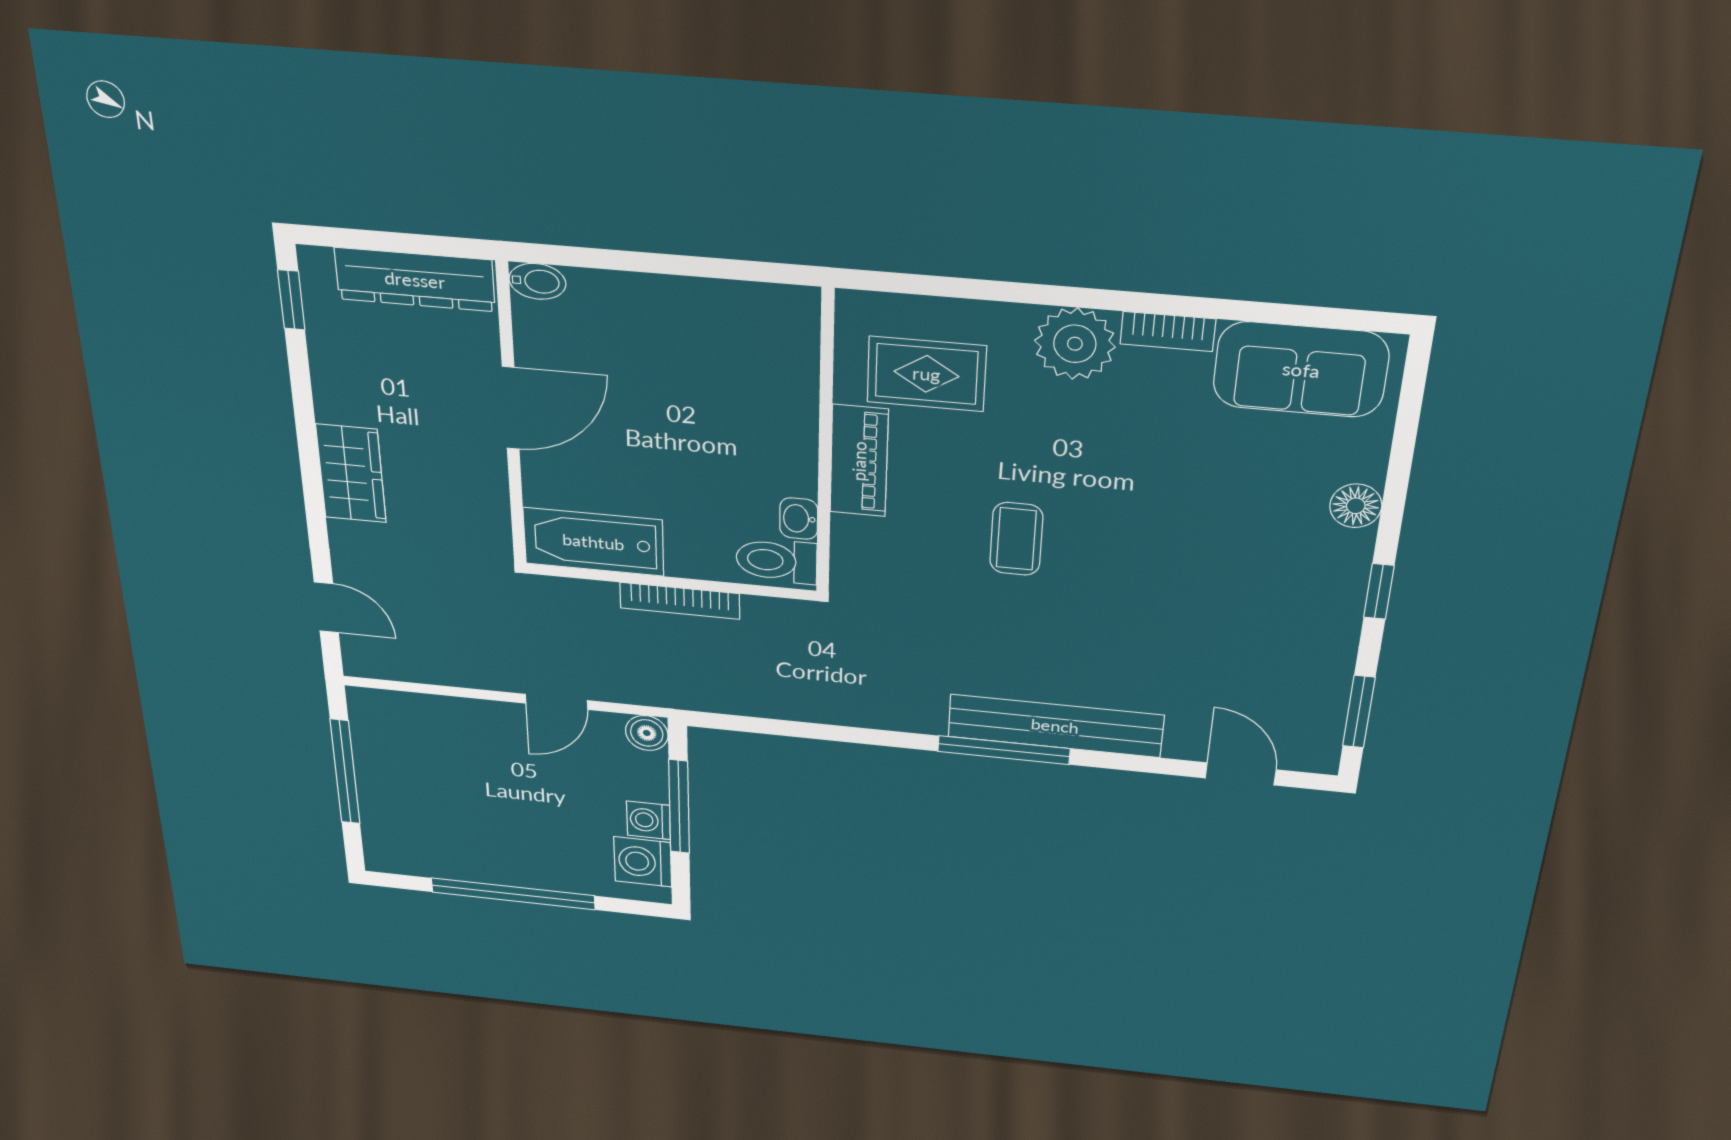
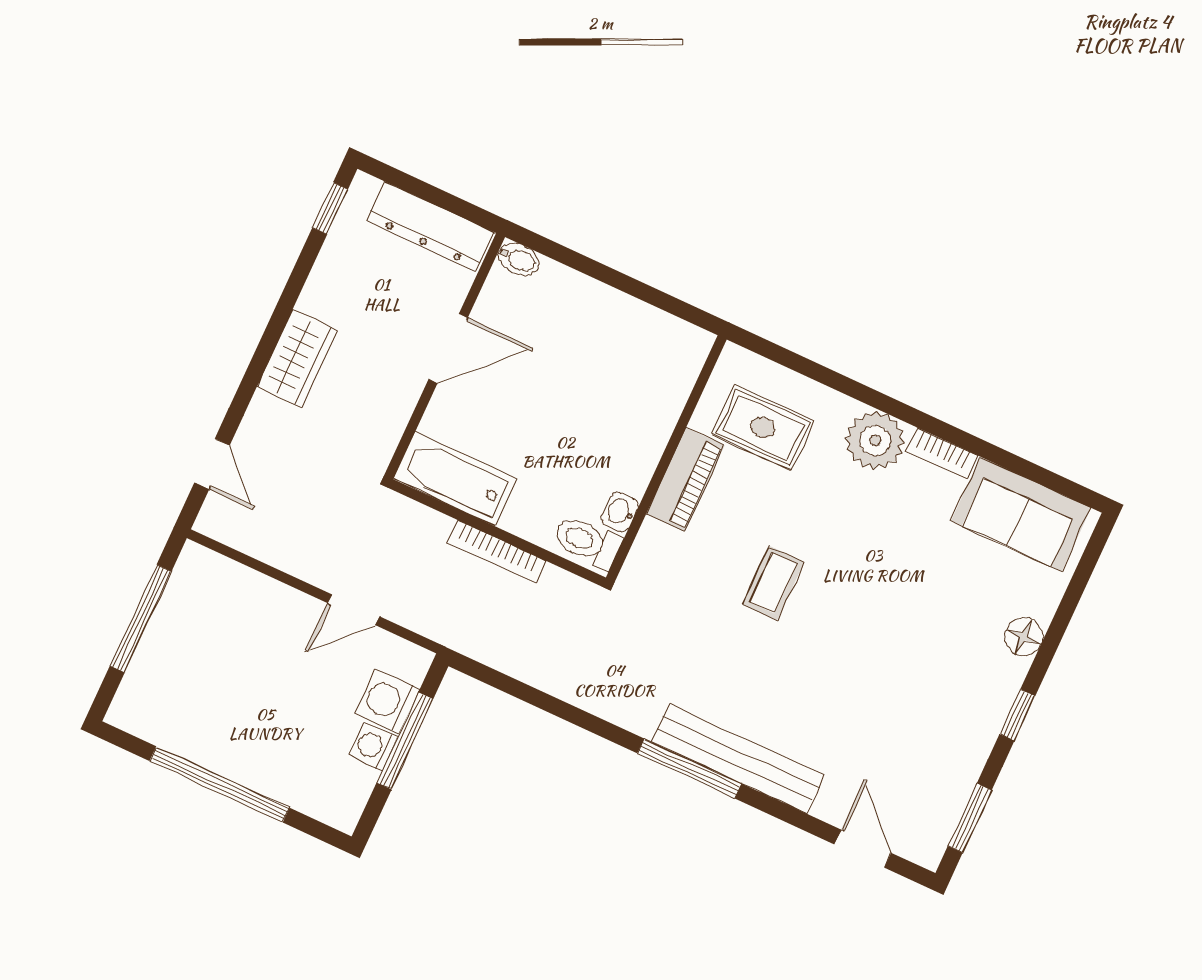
boiler: (647, 733) -> (413, 662), removed
washing machine: (643, 862) -> (387, 701), moved

